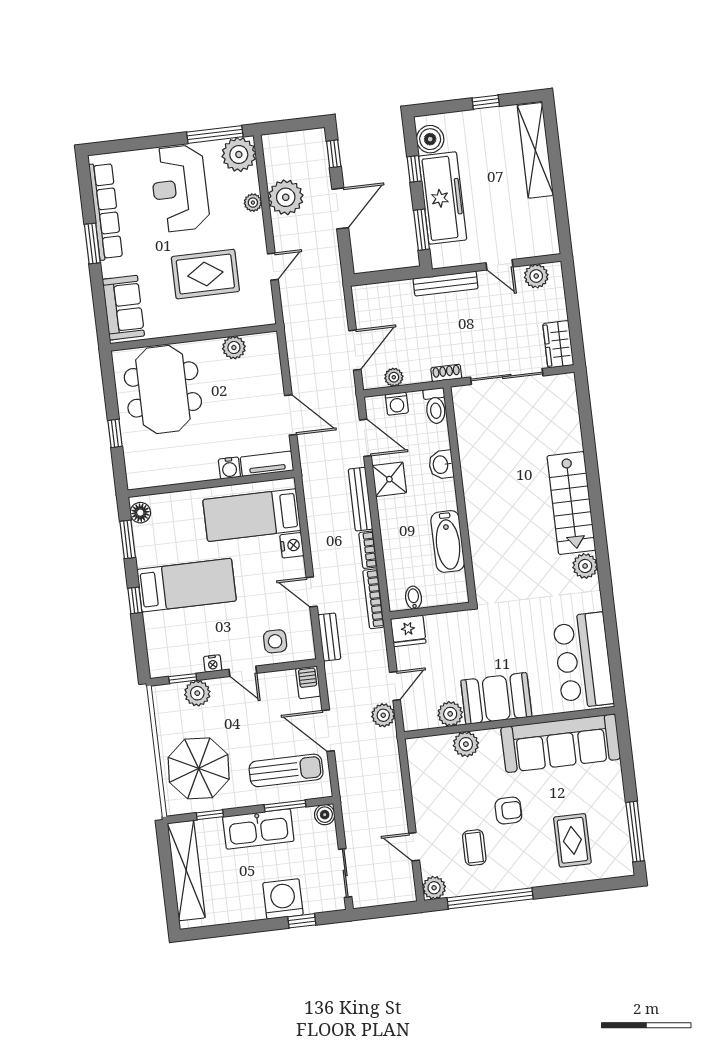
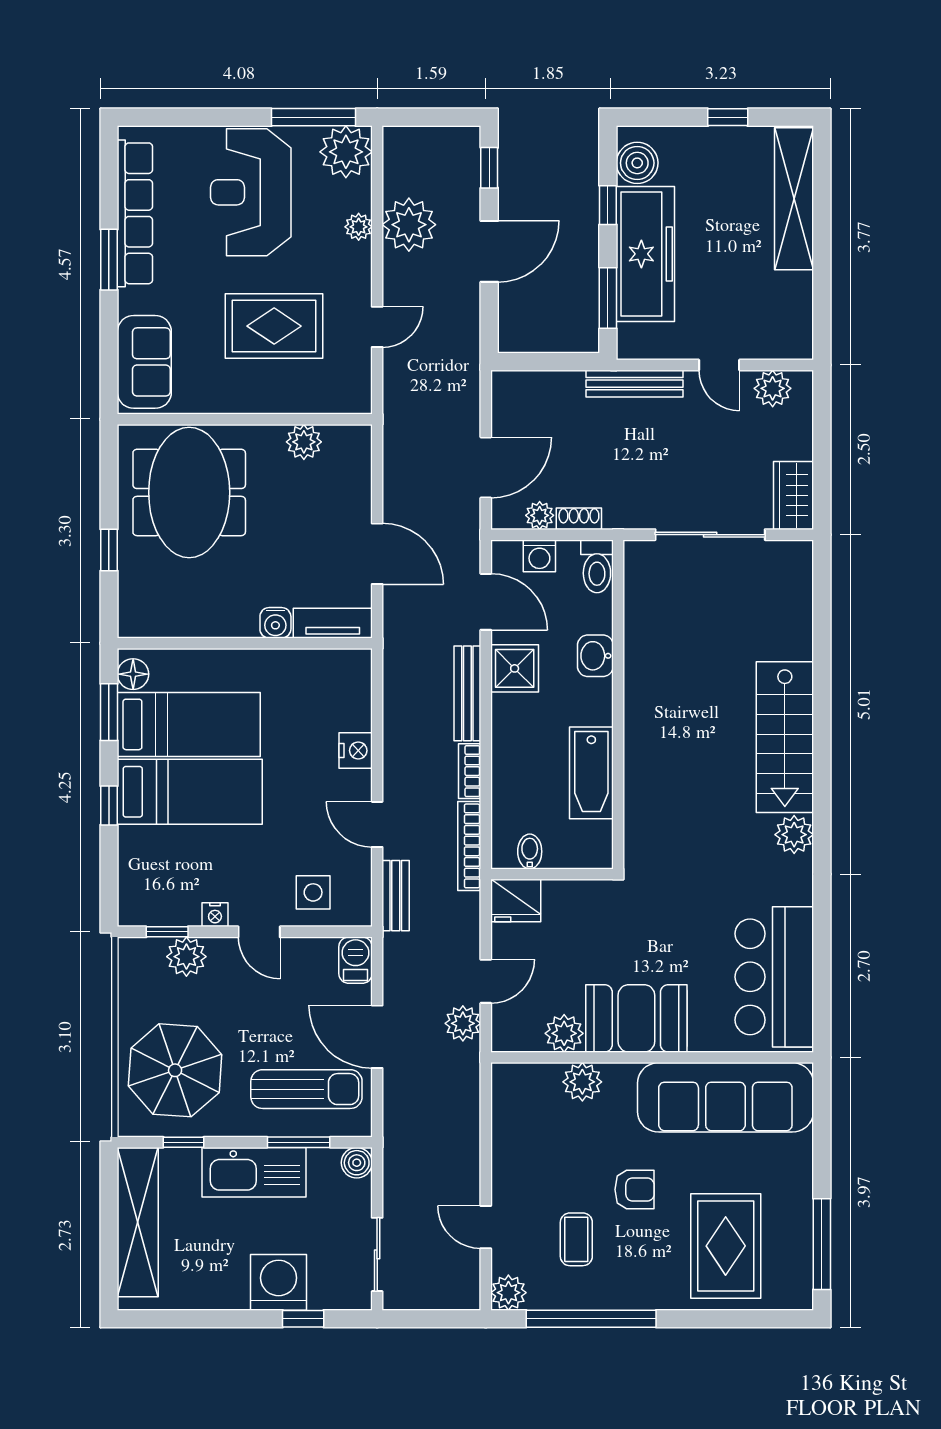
shoe rack: (446, 373) -> (579, 519), moved
bed: (252, 515) -> (189, 724), moved, turned 180
rug: (572, 840) -> (726, 1246), width x1.36, depth x1.43

